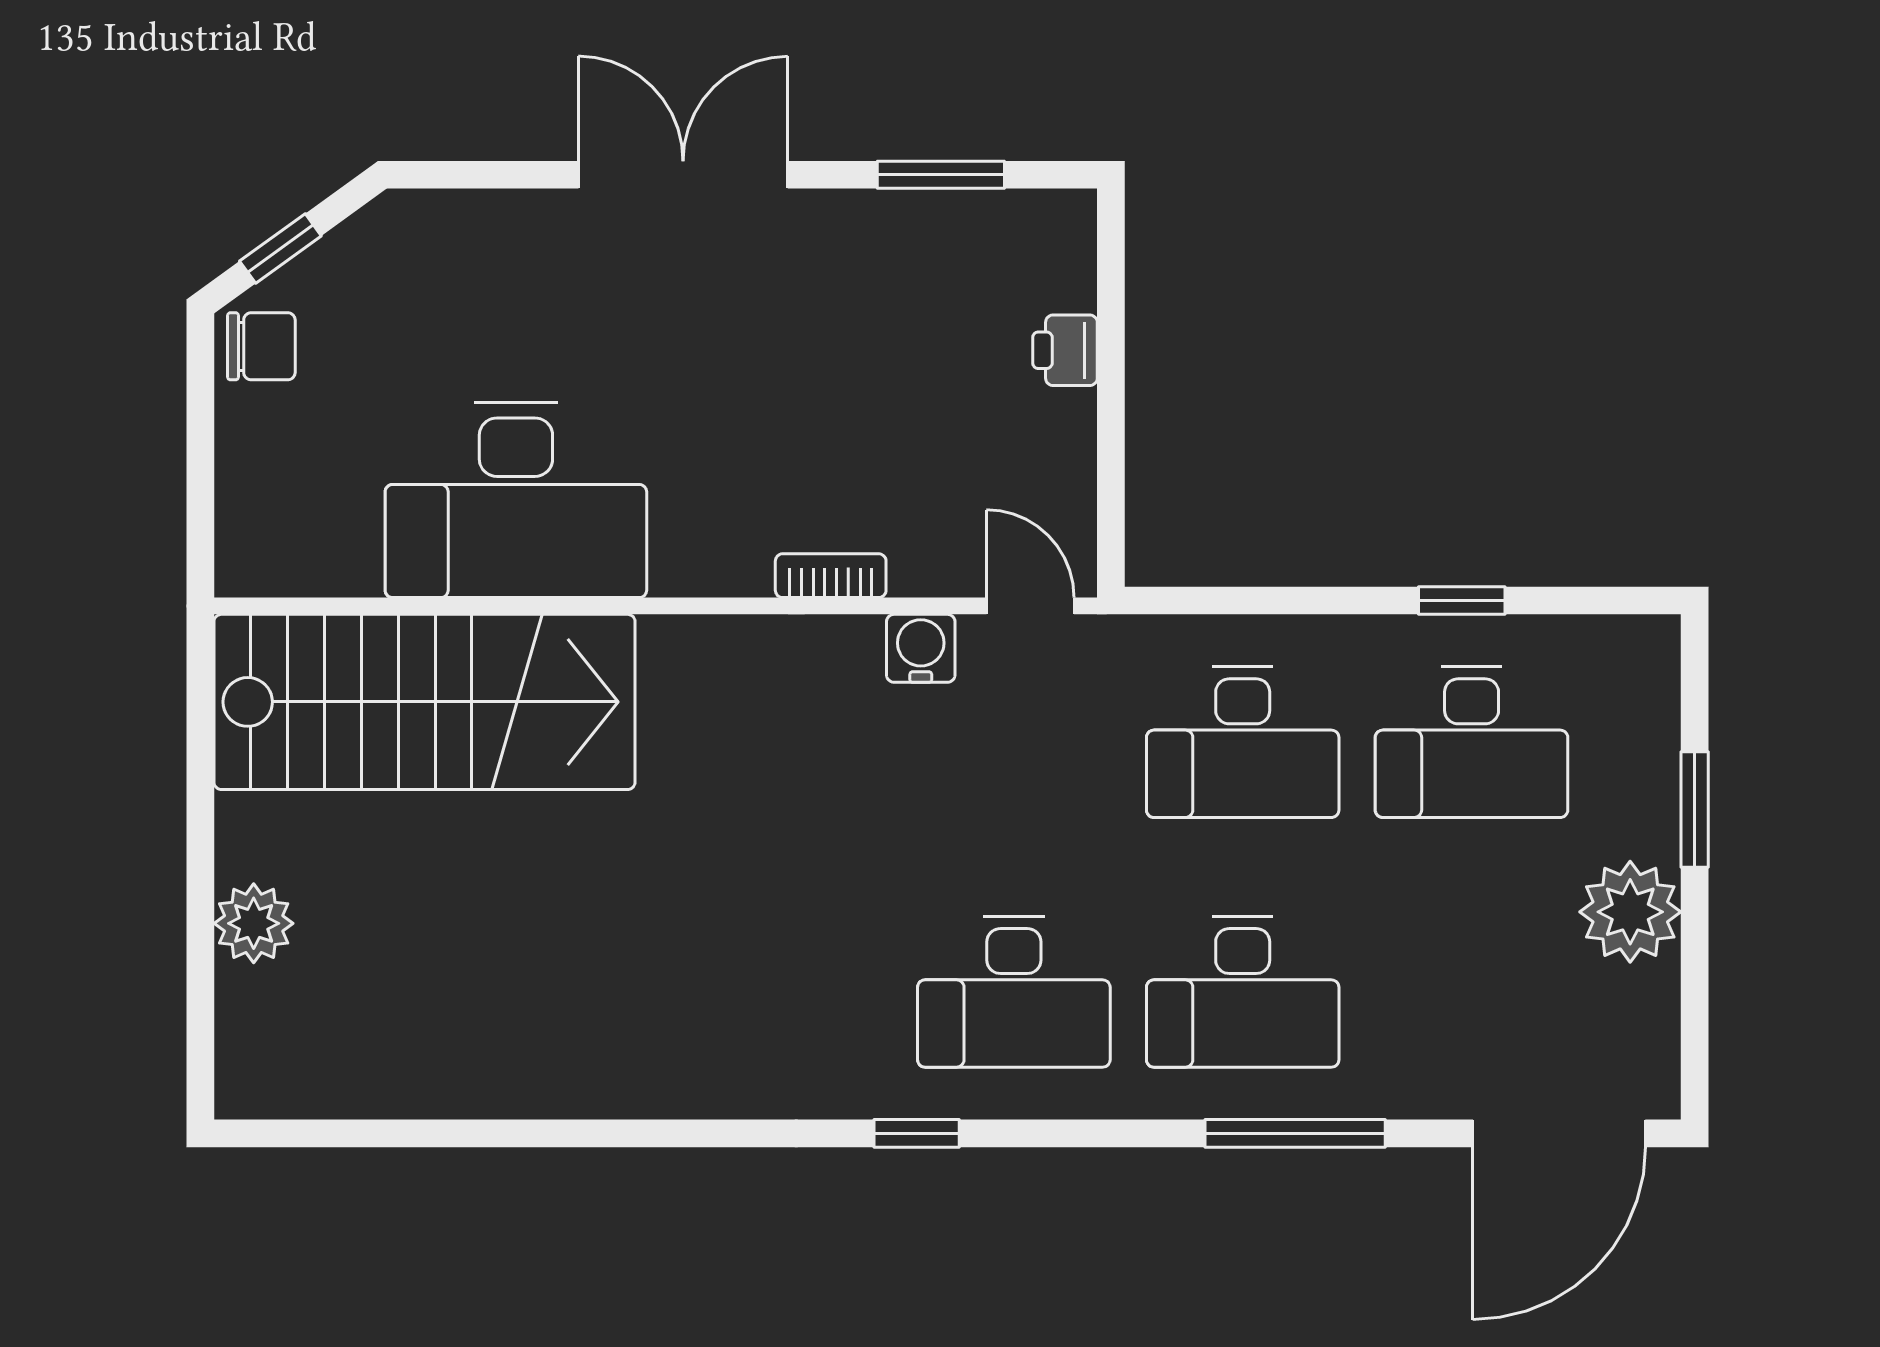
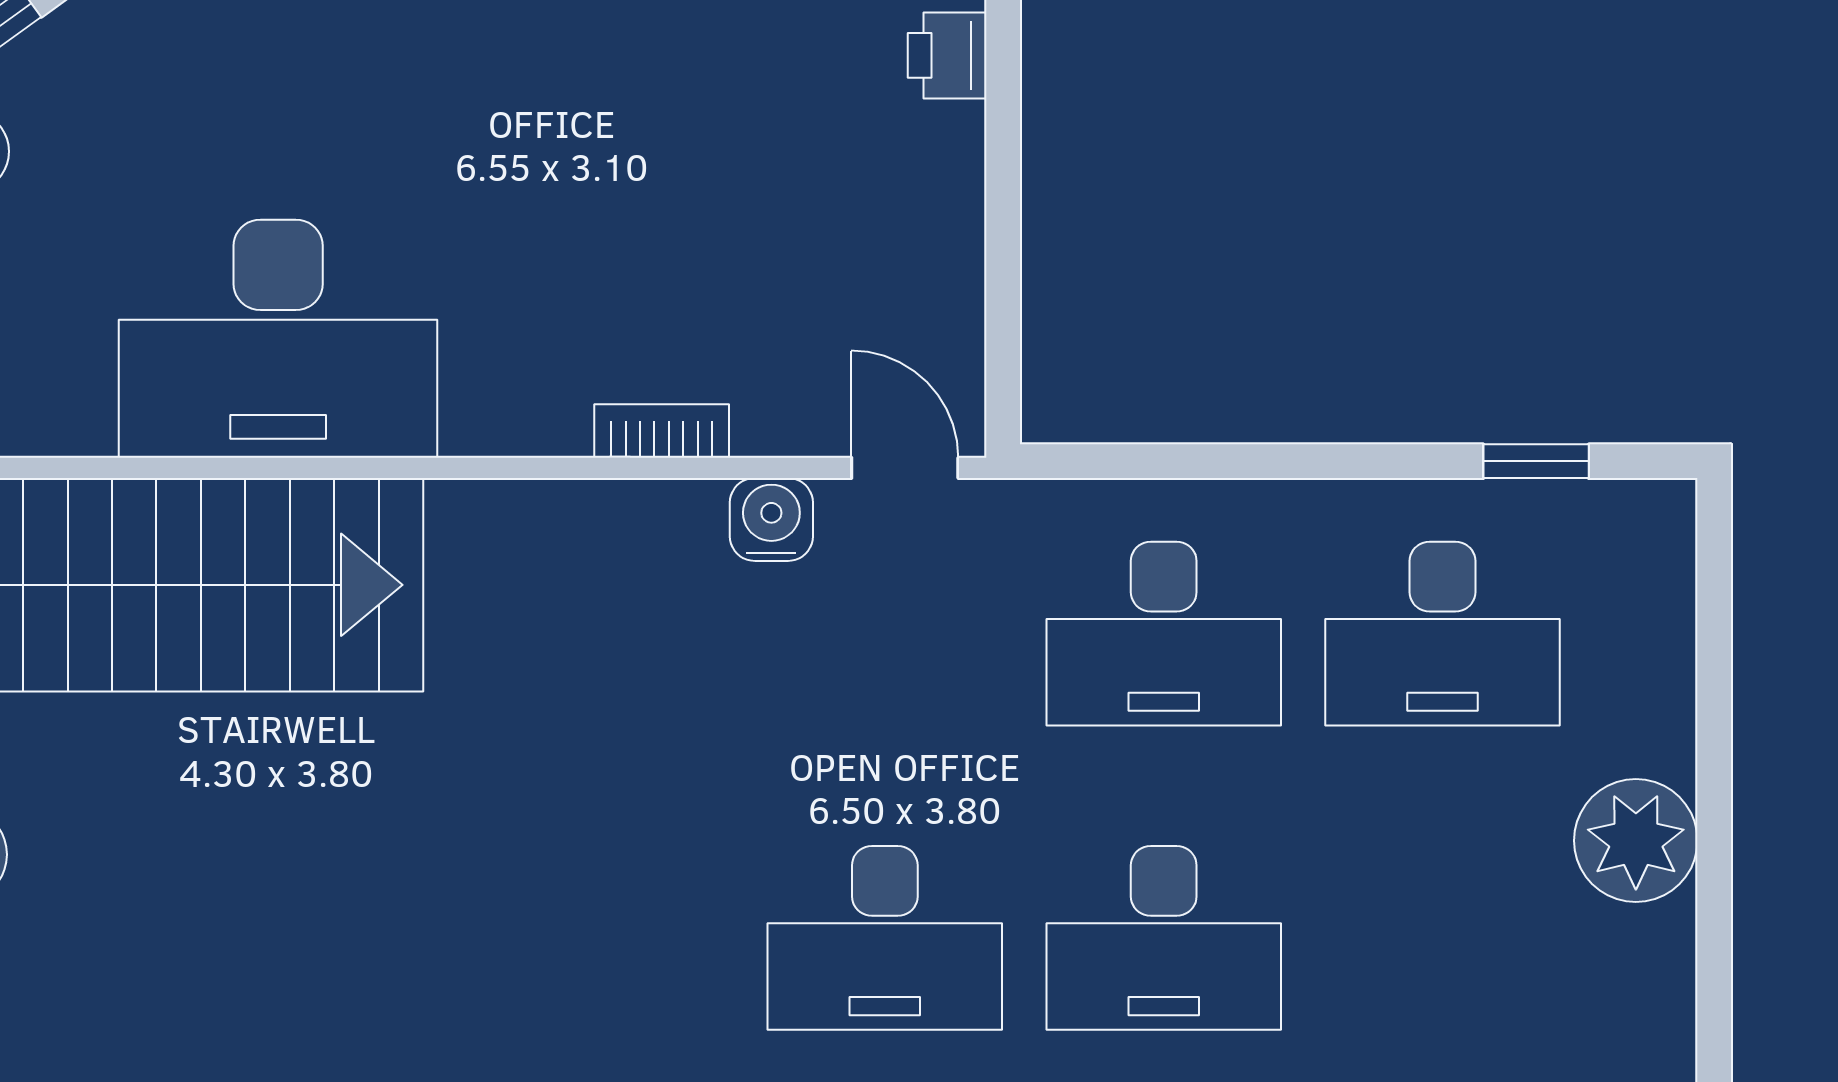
printer: (1065, 350) -> (947, 55), moved
window: (1462, 600) -> (1536, 461), moved
window: (1695, 810) -> (1714, 716), removed

